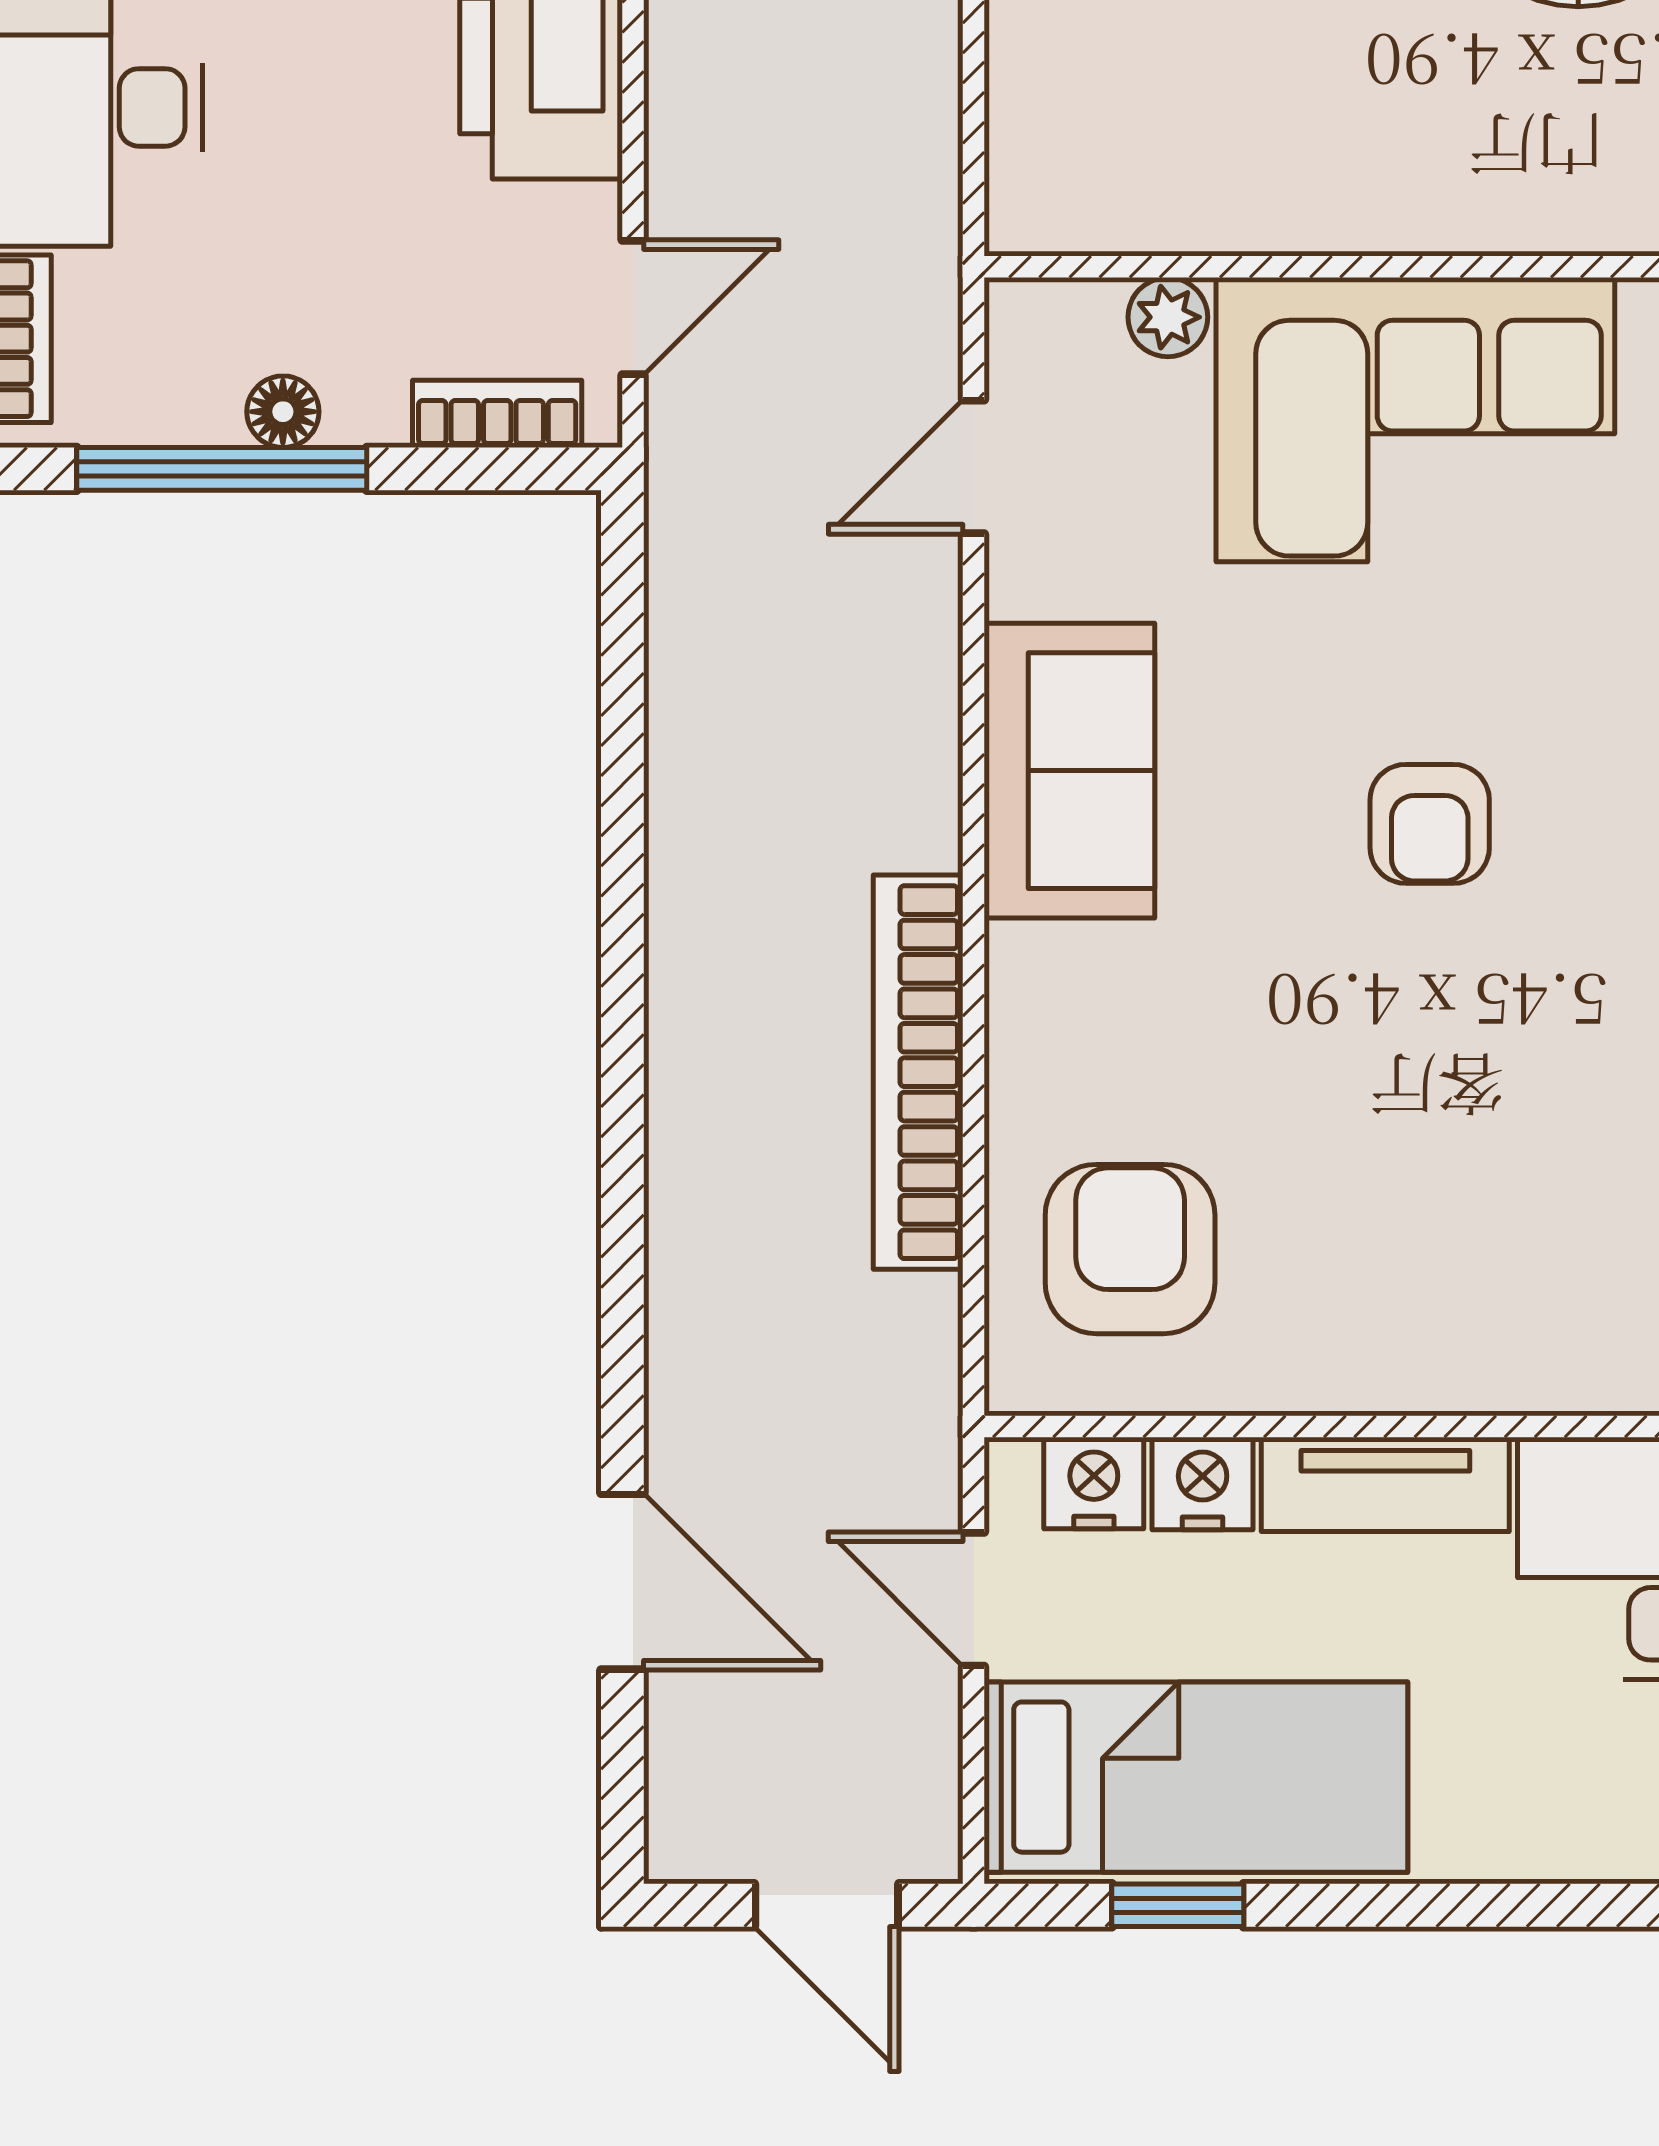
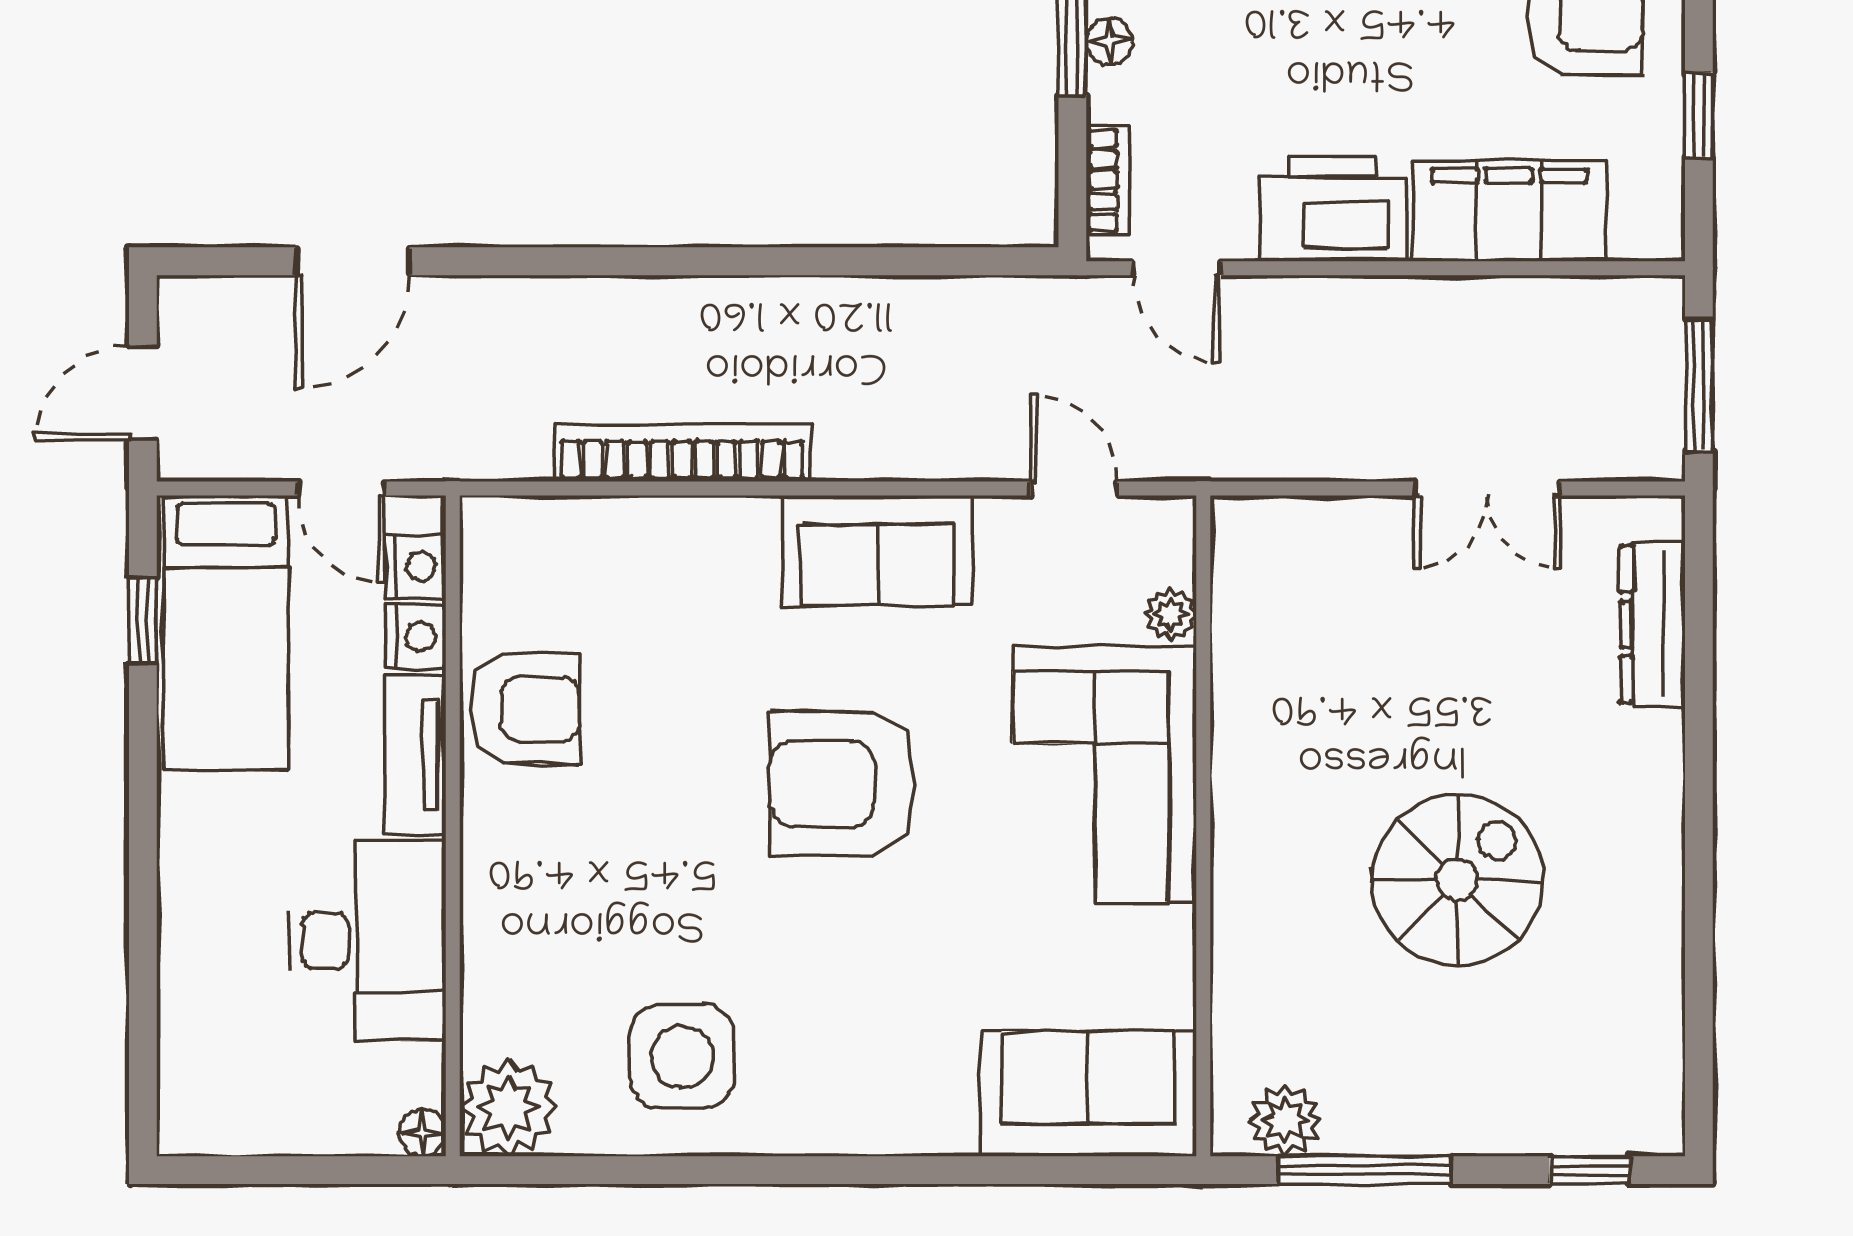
armchair: (1430, 824) -> (843, 784), width x1.88, depth x1.88
armchair: (1130, 1249) -> (525, 709), moved
door: (974, 1599) -> (341, 488), swing flipped

